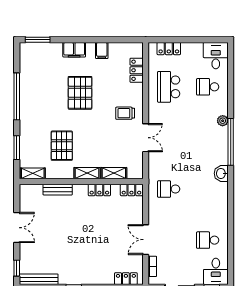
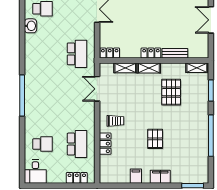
locker: (137, 70) -> (105, 144), moved
pallet: (80, 93) -> (155, 139), width x0.67, depth x0.71
plant: (223, 121) -> (29, 114), removed
double door: (146, 138) -> (97, 89), moved
washbasin: (221, 173) -> (30, 26), moved
school desk: (169, 189) -> (77, 54), width x1.85
locker: (99, 190) -> (151, 53), moved

